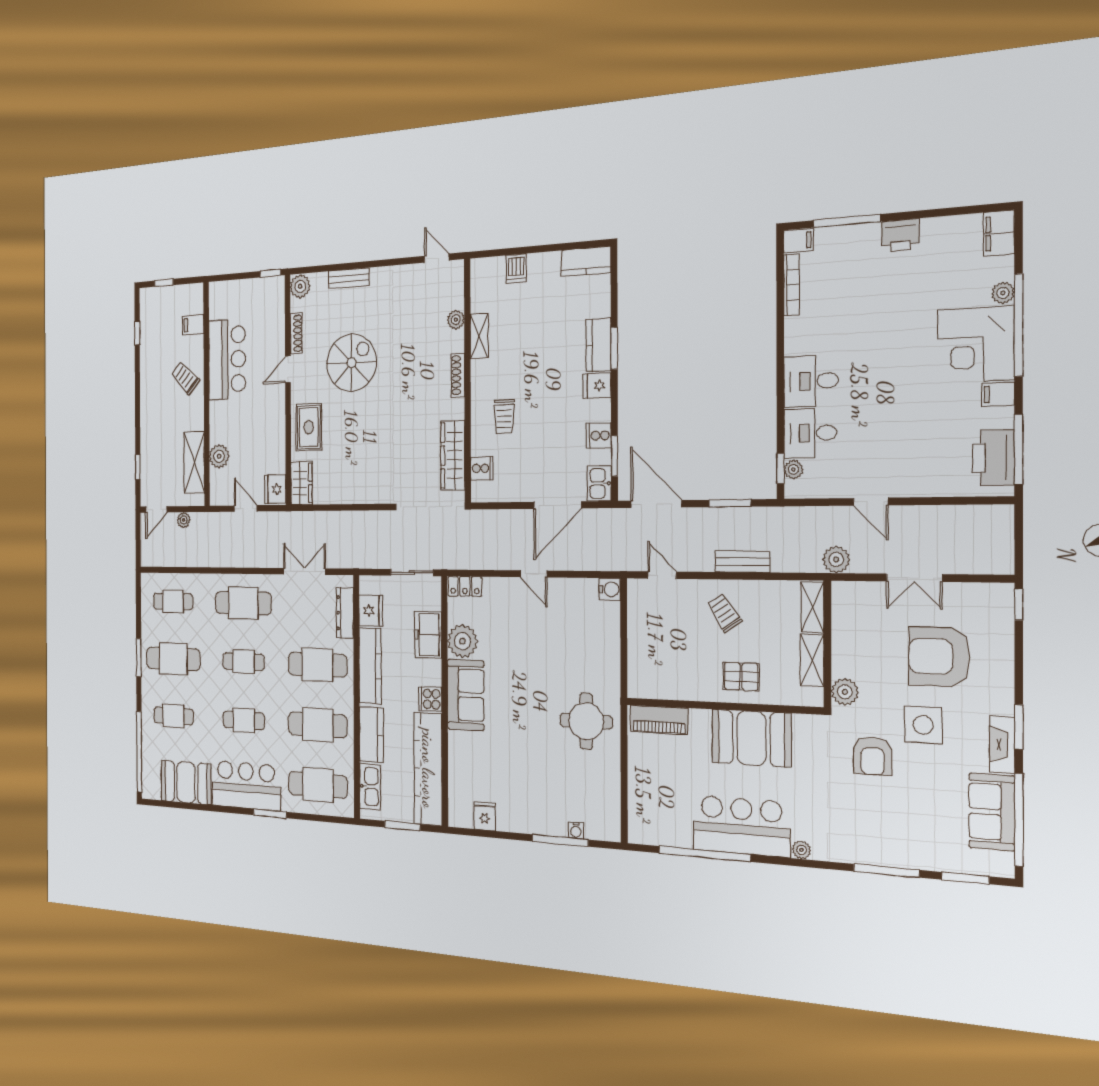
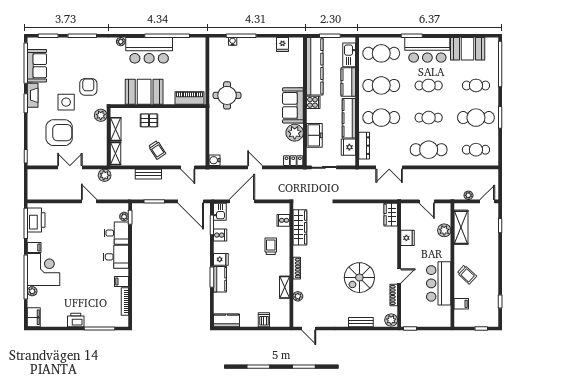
filing cabinet: (798, 241) -> (122, 281), moved
rug: (309, 427) -> (386, 244), removed
fridge: (275, 489) -> (408, 238), moved

